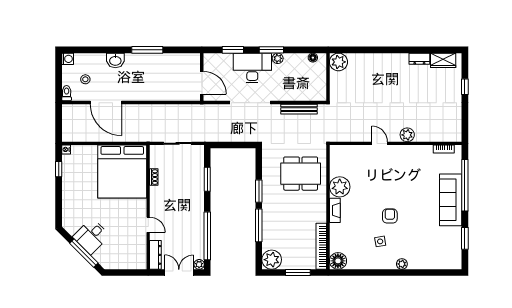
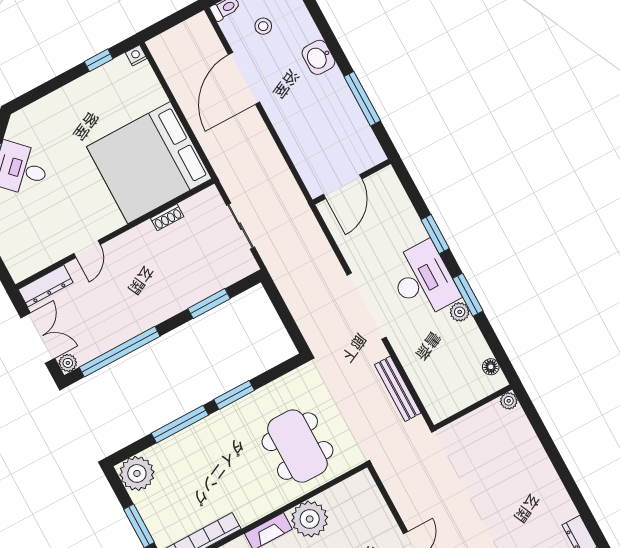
plant: (338, 62) -> (509, 401), width x0.53, depth x0.53
wall: (202, 77) -> (352, 182), moved
door: (202, 83) -> (343, 187), moved

